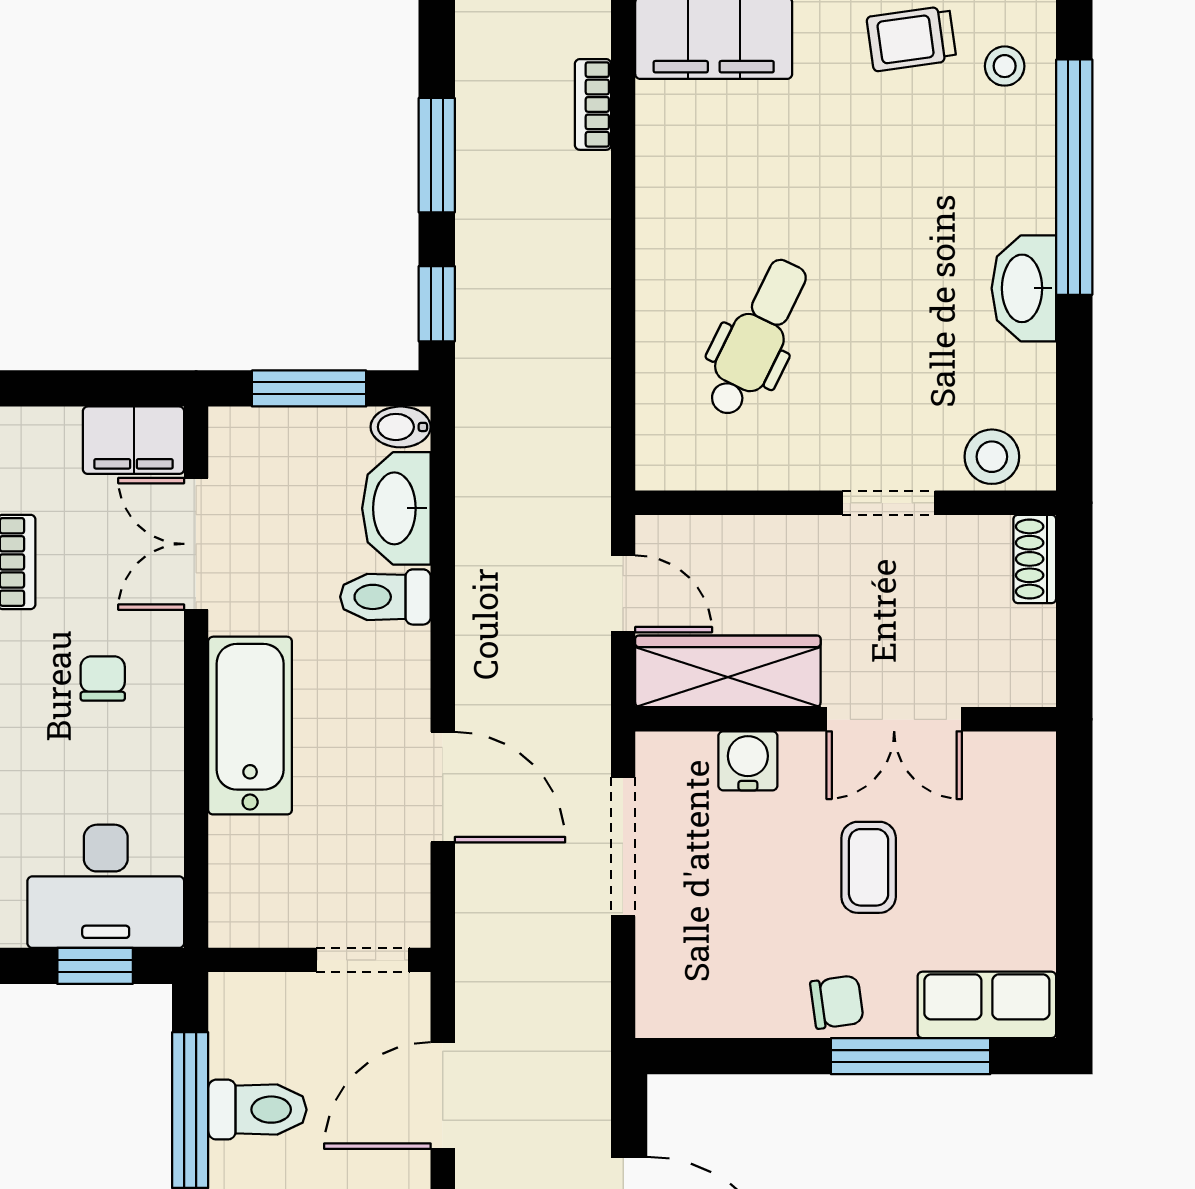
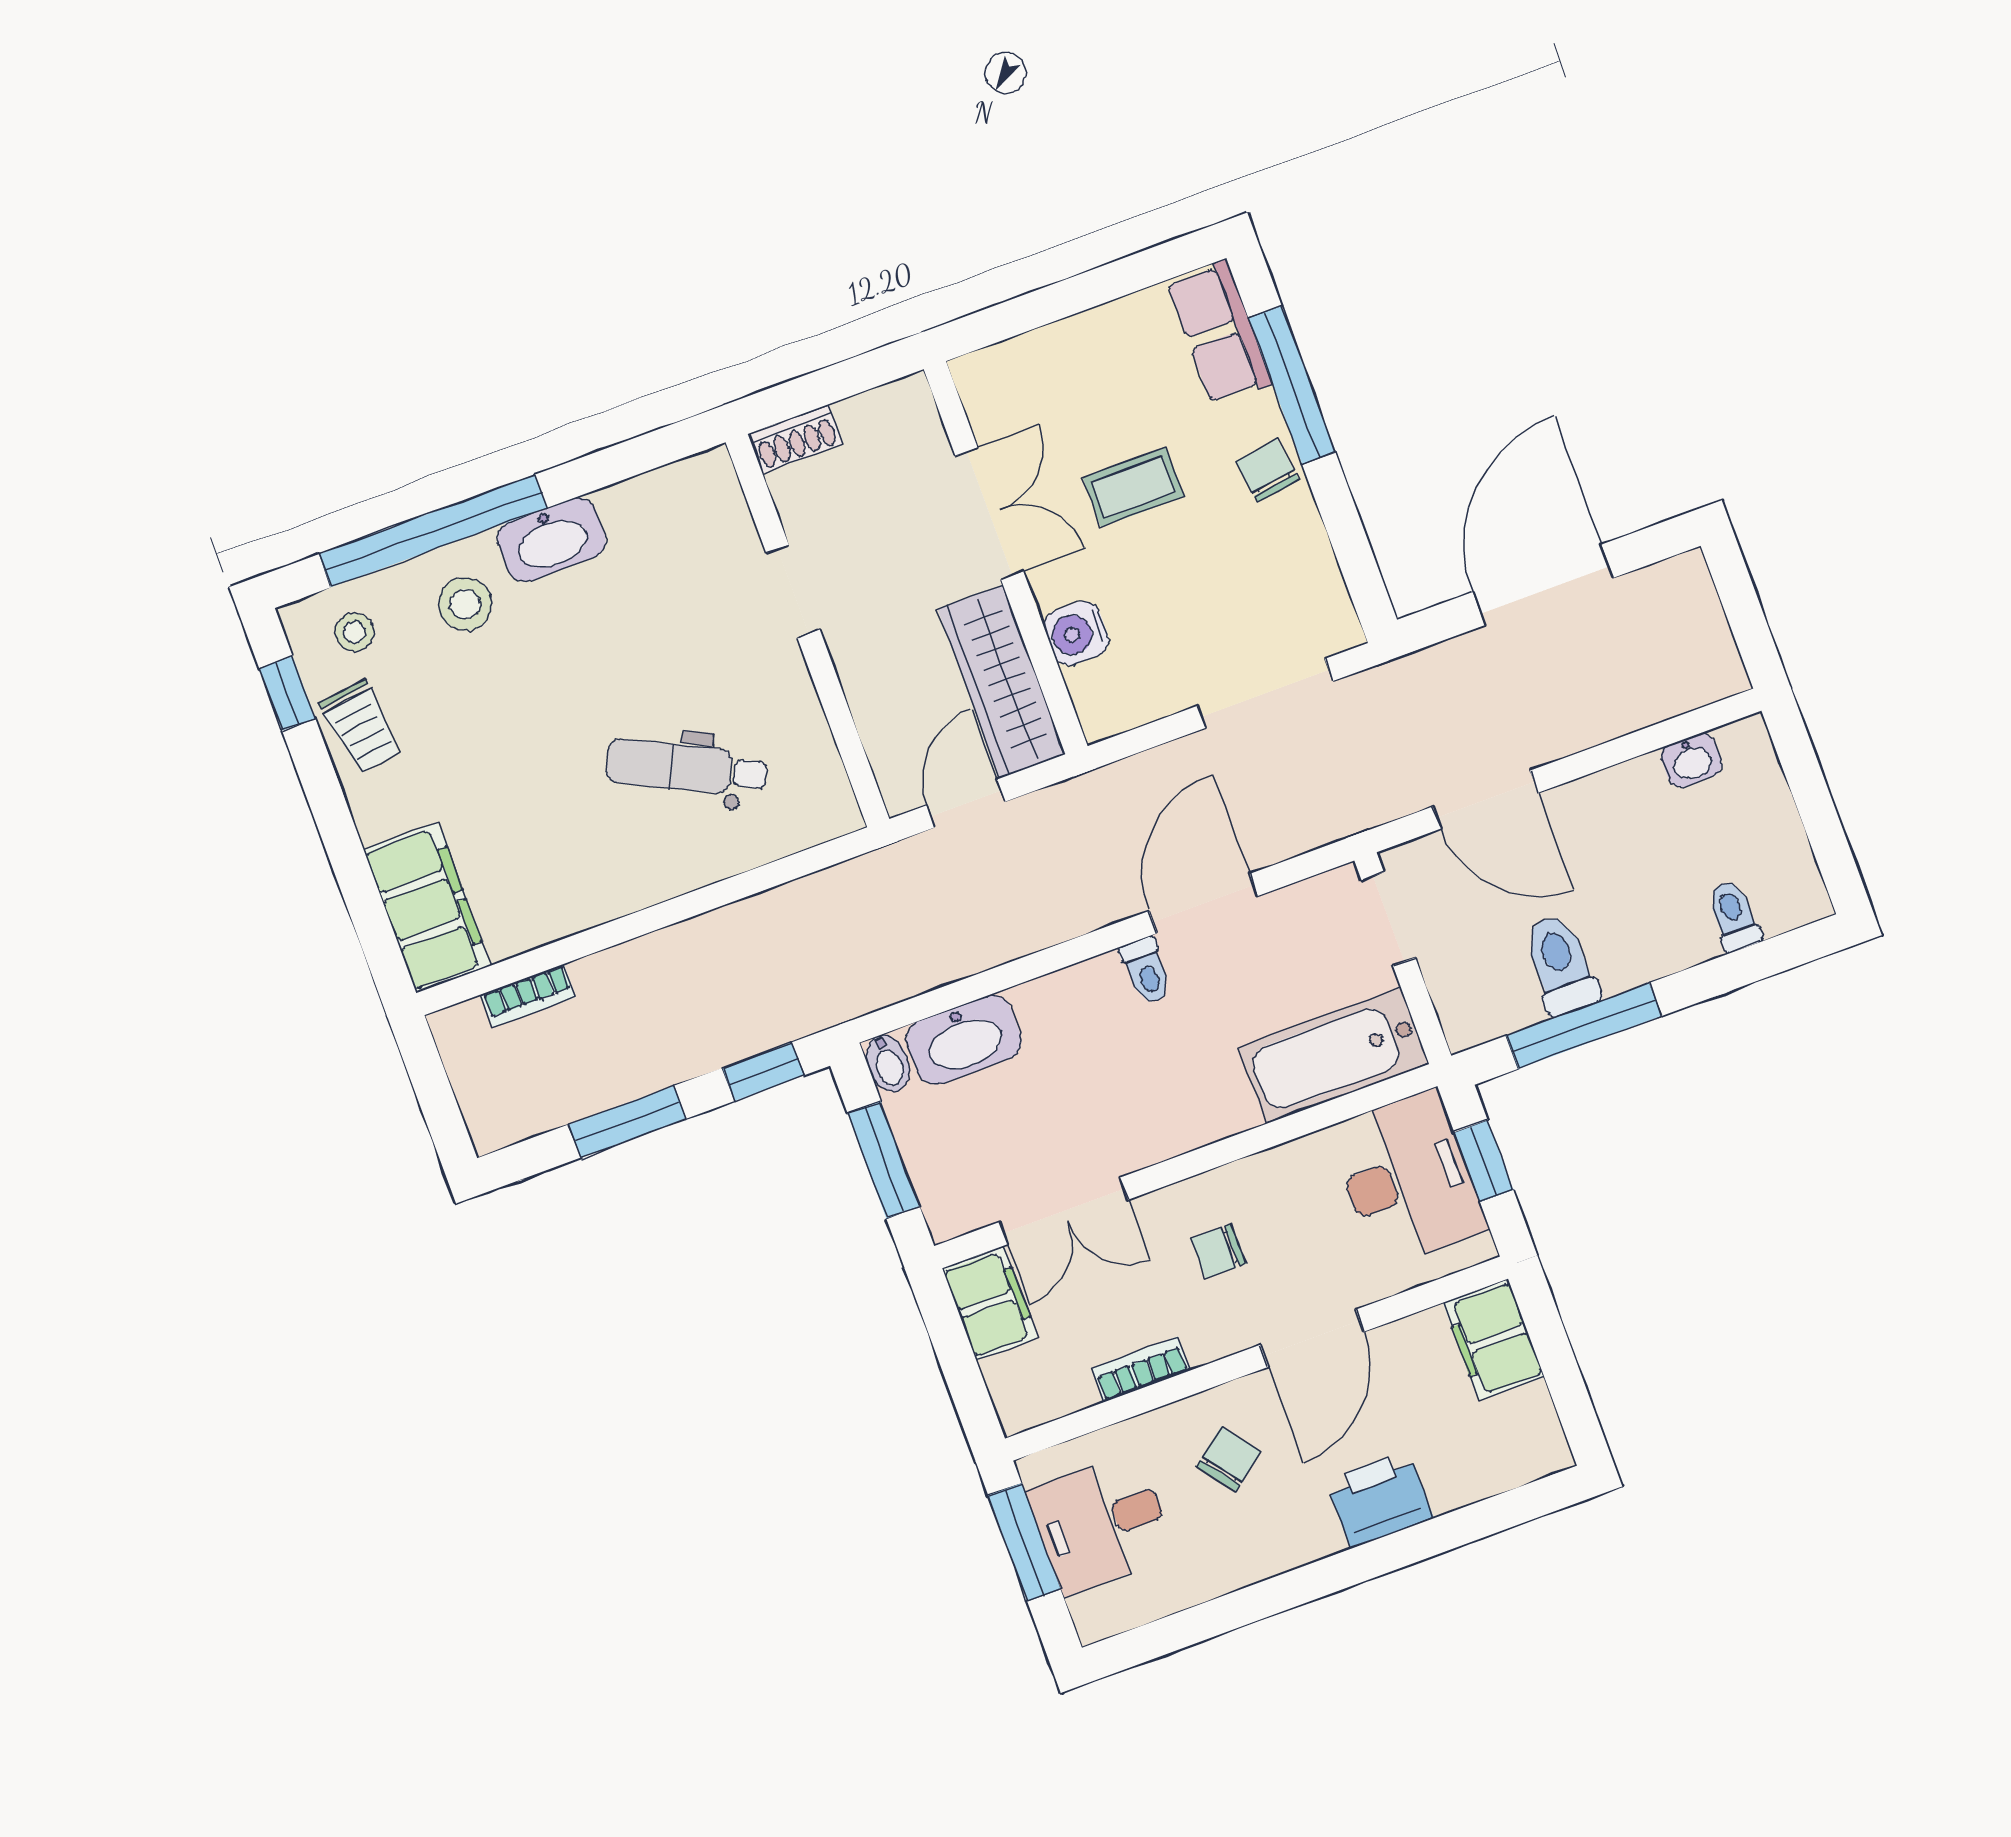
stool: (992, 457) -> (465, 604), moved
toilet: (385, 597) -> (1146, 971), moved, width x0.73, depth x0.72
bathtub: (250, 726) -> (1334, 1056), moved
doorway: (623, 847) -> (1265, 693), moved

